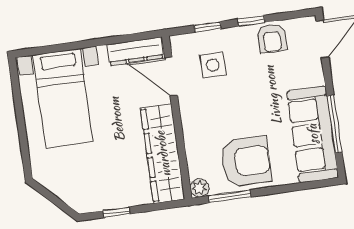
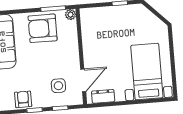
dresser: (135, 51) -> (103, 96), width x0.70
door: (171, 77) -> (83, 80), hinge flipped
wardrobe: (163, 154) -> (91, 36), removed

